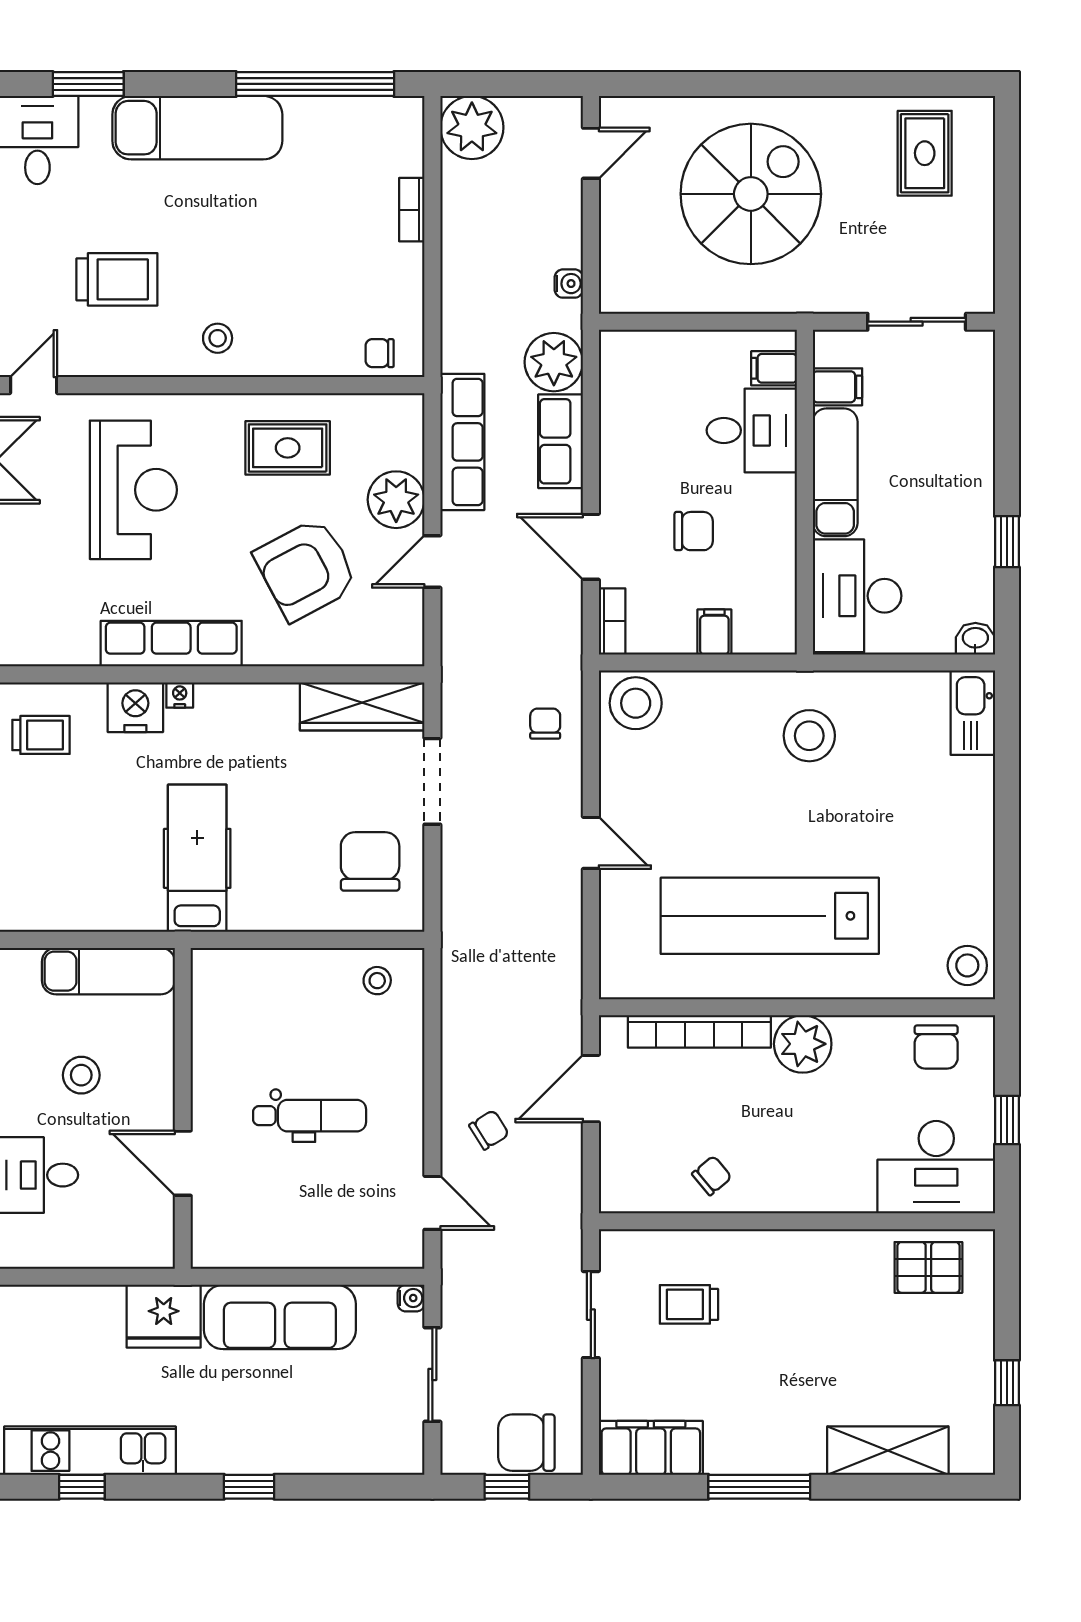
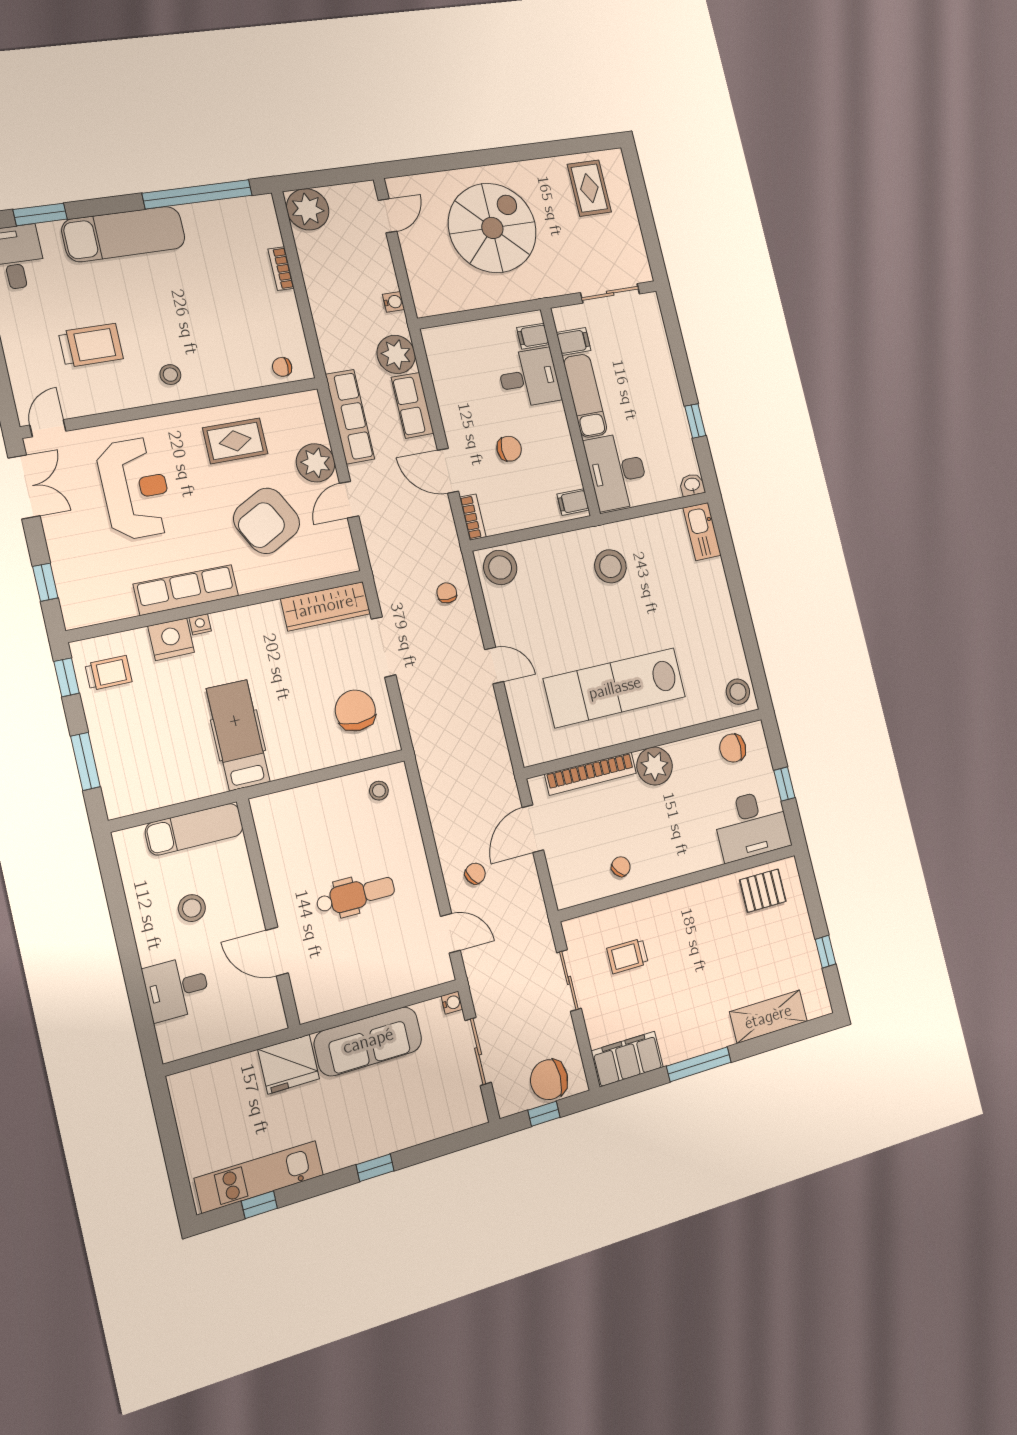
filing cabinet: (714, 632) -> (573, 502), moved, turned -90
chair: (936, 1047) -> (733, 748), turned 90

